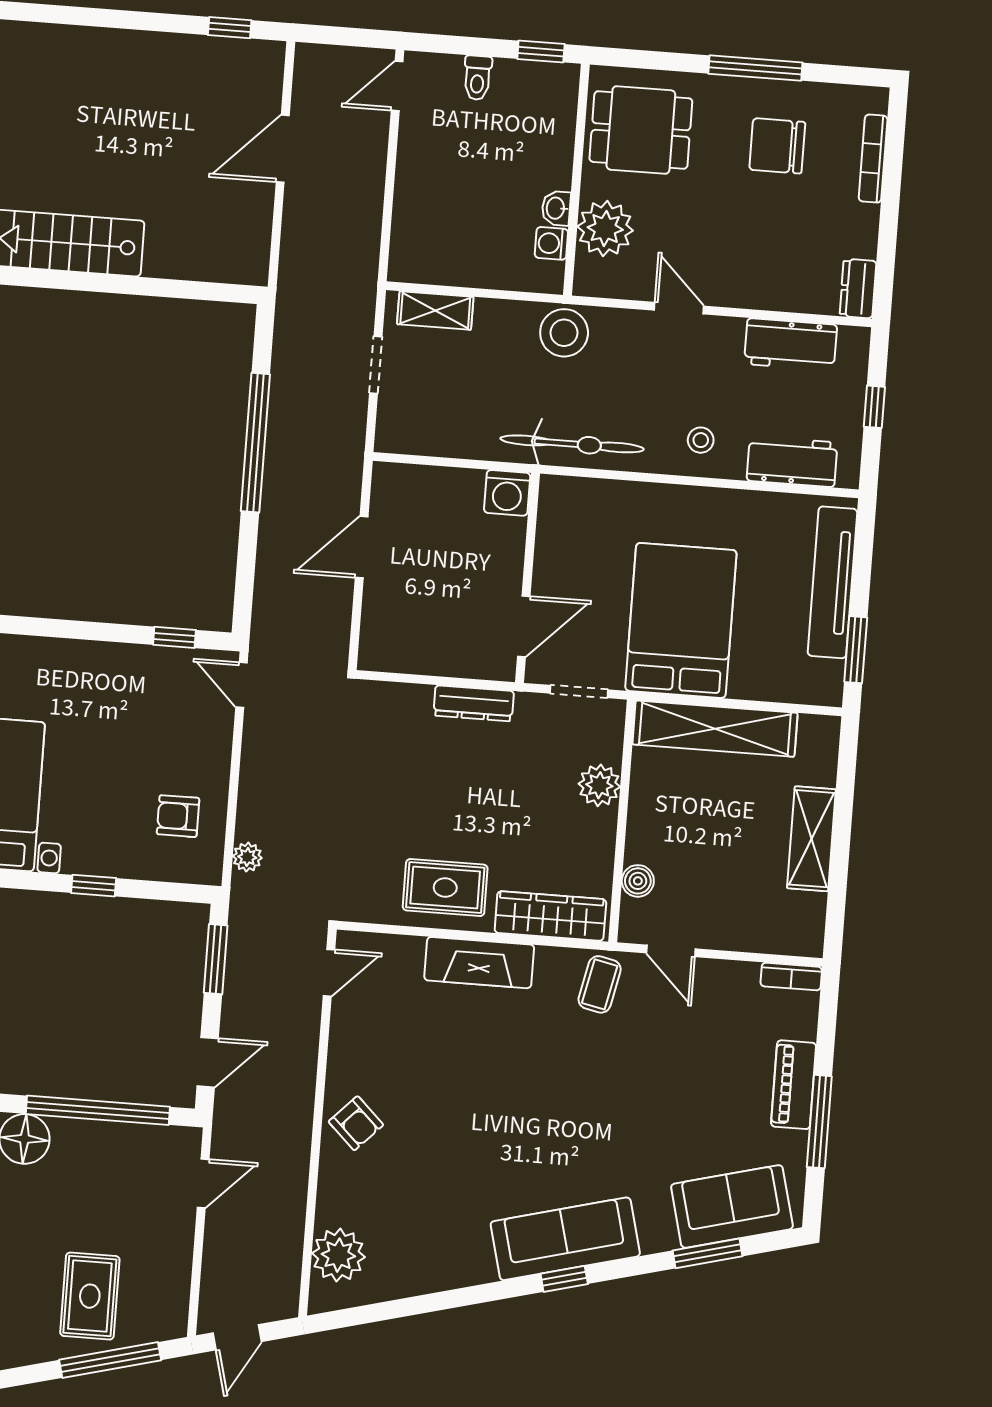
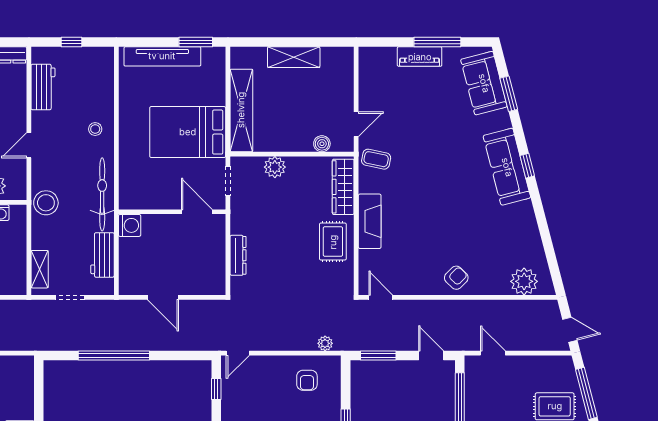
workbench: (792, 462) -> (102, 255), moved
dresser: (474, 703) -> (238, 255), moved
bookcase: (791, 977) -> (365, 62), removed

